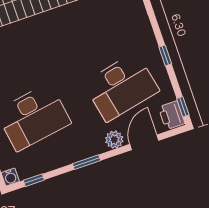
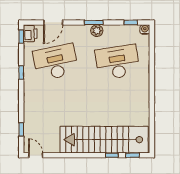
plant: (114, 140) -> (97, 31), moved

